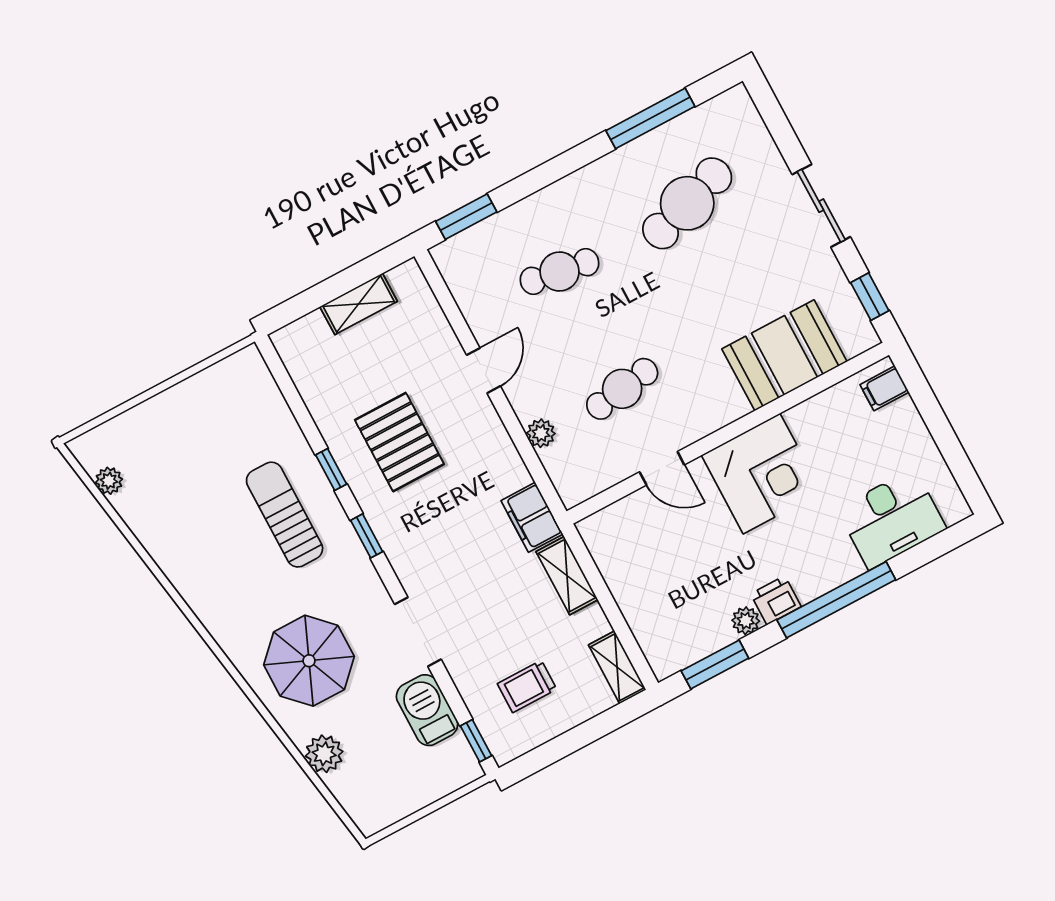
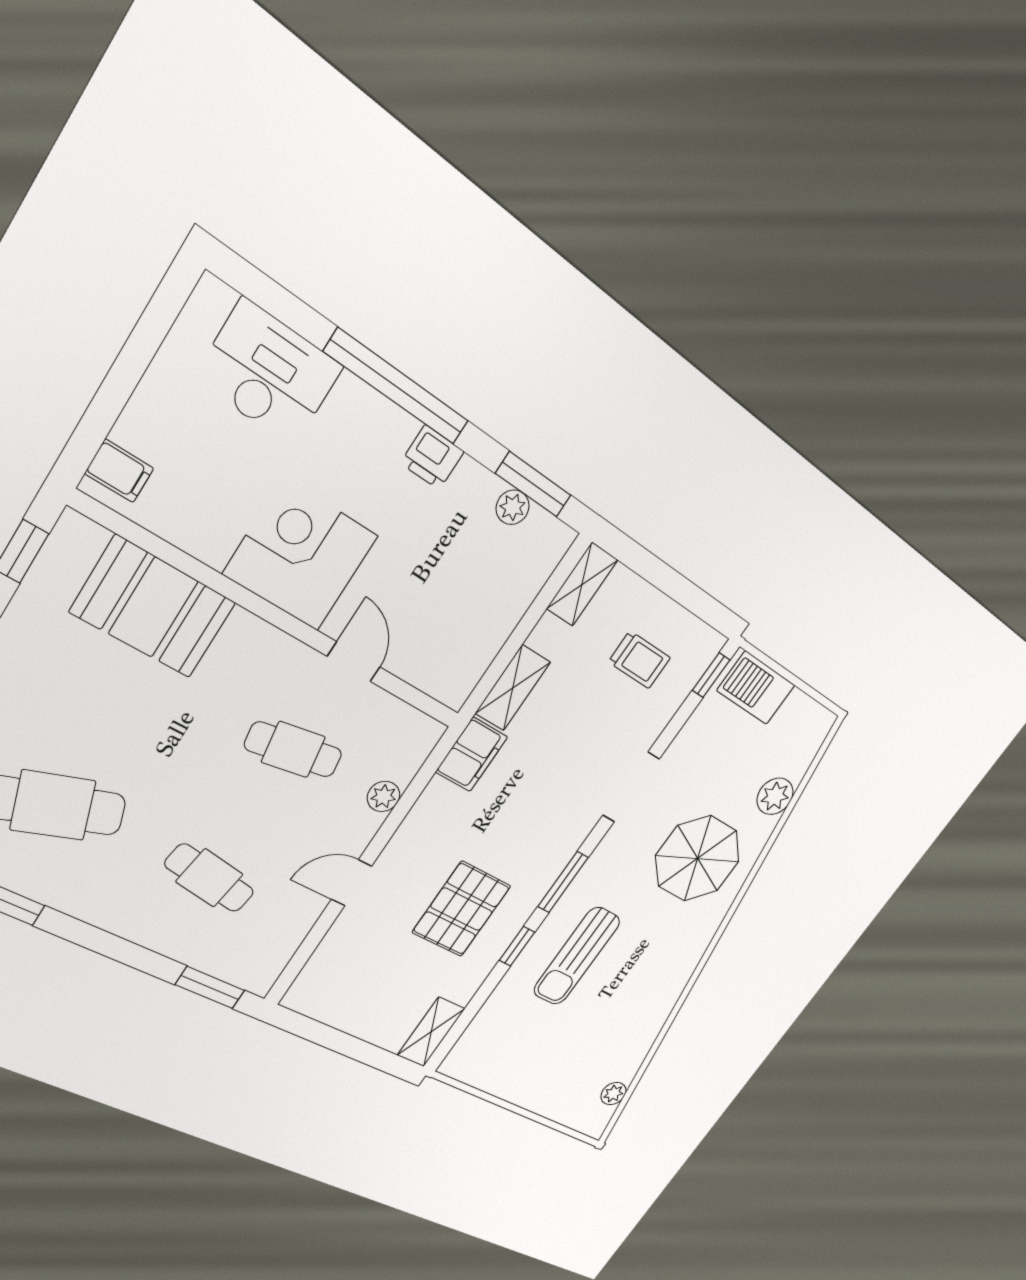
shelving: (359, 304) -> (431, 1032), moved, turned 90
window: (367, 536) -> (563, 882), width x1.50
plant: (746, 621) -> (513, 507), moved
barbecue: (427, 710) -> (756, 688), moved, turned 90

